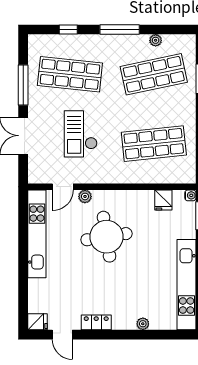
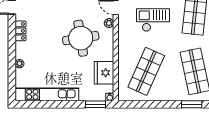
shop shelf: (154, 144) -> (146, 71), turned 30
fridge: (163, 200) -> (104, 73), width x1.88, depth x1.34

